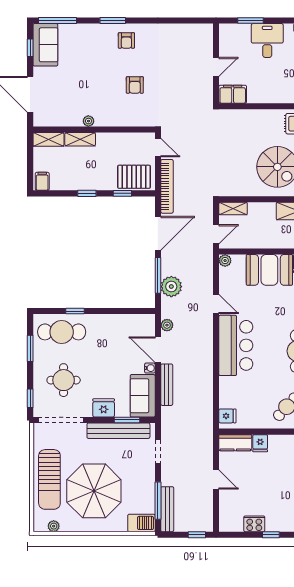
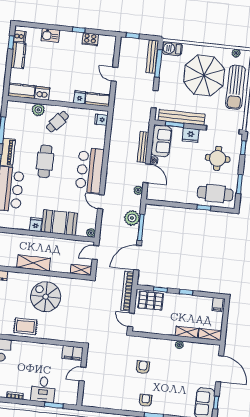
sun lounger: (49, 479) -> (235, 87), turned 180

